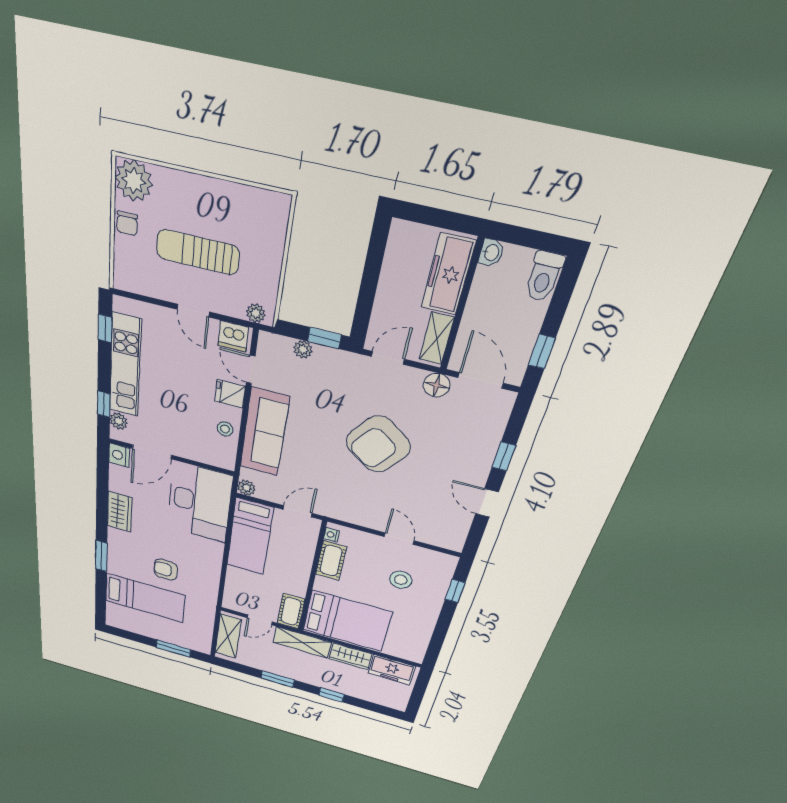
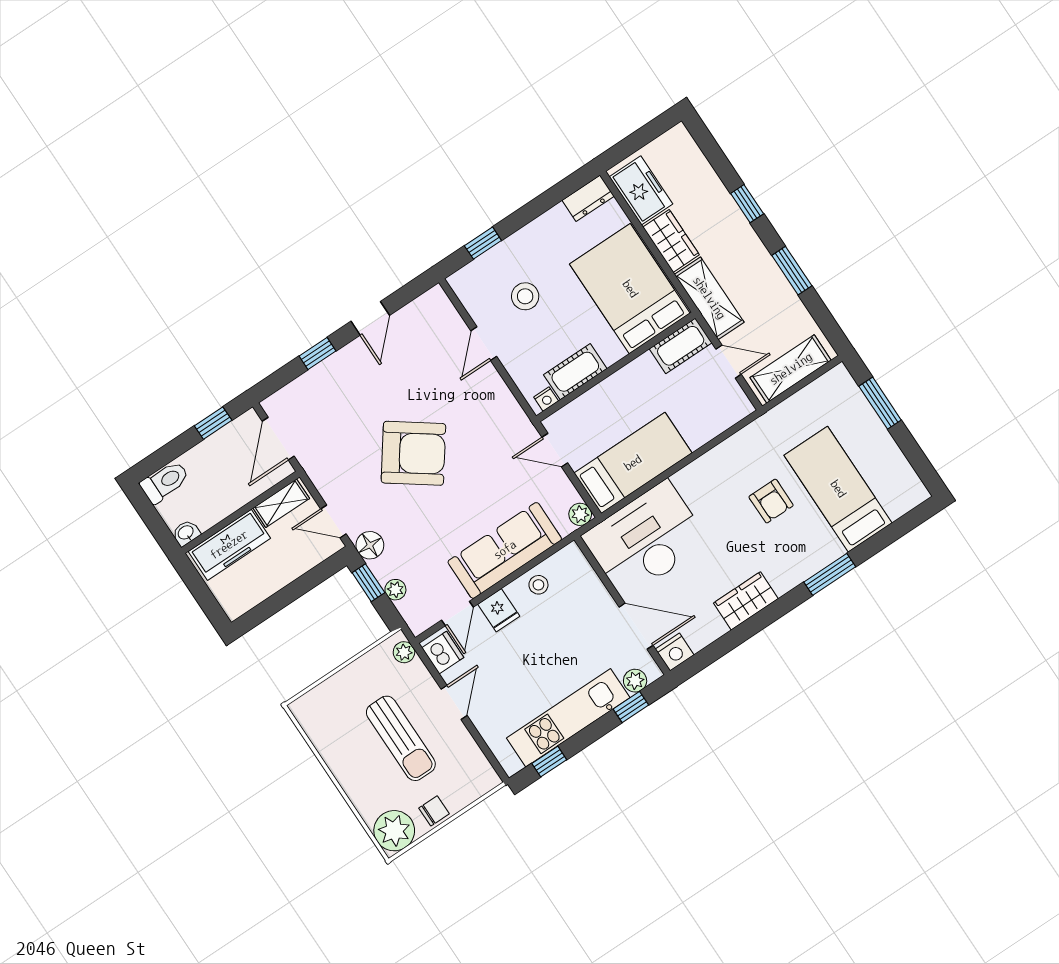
floor lamp: (437, 385) -> (370, 545), moved
dresser: (417, 650) -> (588, 198), added

